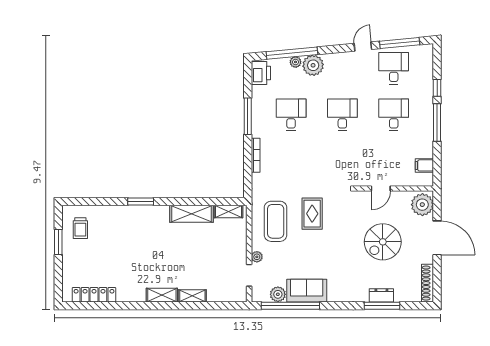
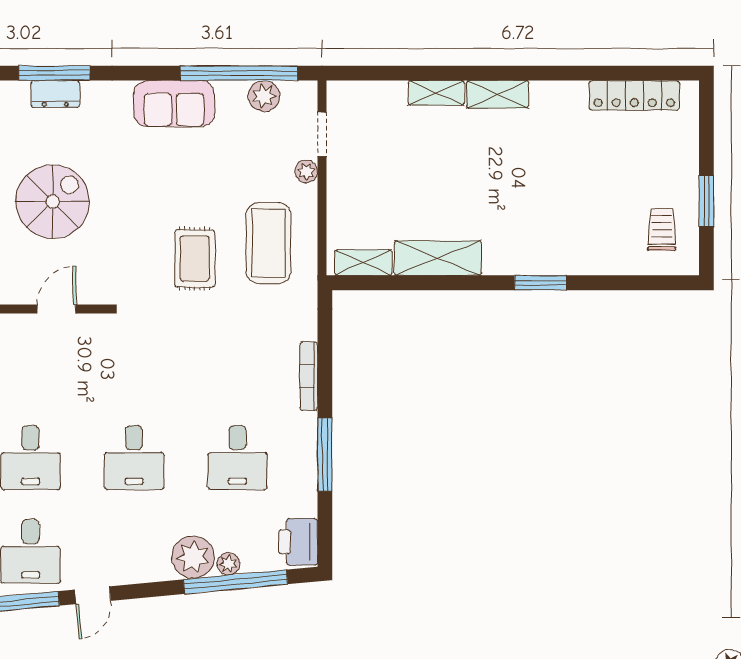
sofa: (307, 291) -> (174, 104), moved

